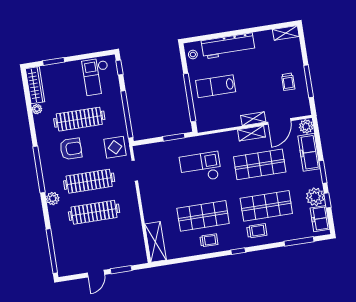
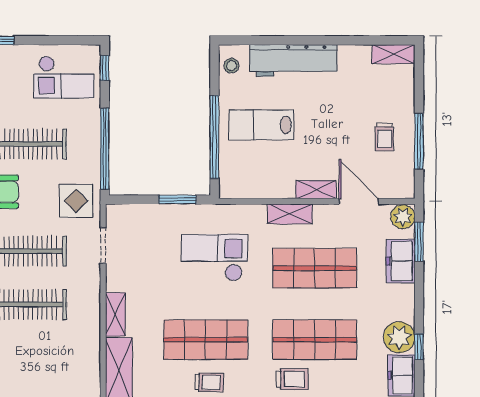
checkout: (97, 77) -> (64, 77), turned -90
door: (279, 121) -> (359, 201), swing flipped
shelving: (251, 133) -> (290, 214), moved
freezer: (309, 152) -> (401, 261), width x0.71
window: (323, 172) -> (419, 242), moved
shelving: (148, 209) -> (115, 314), added

